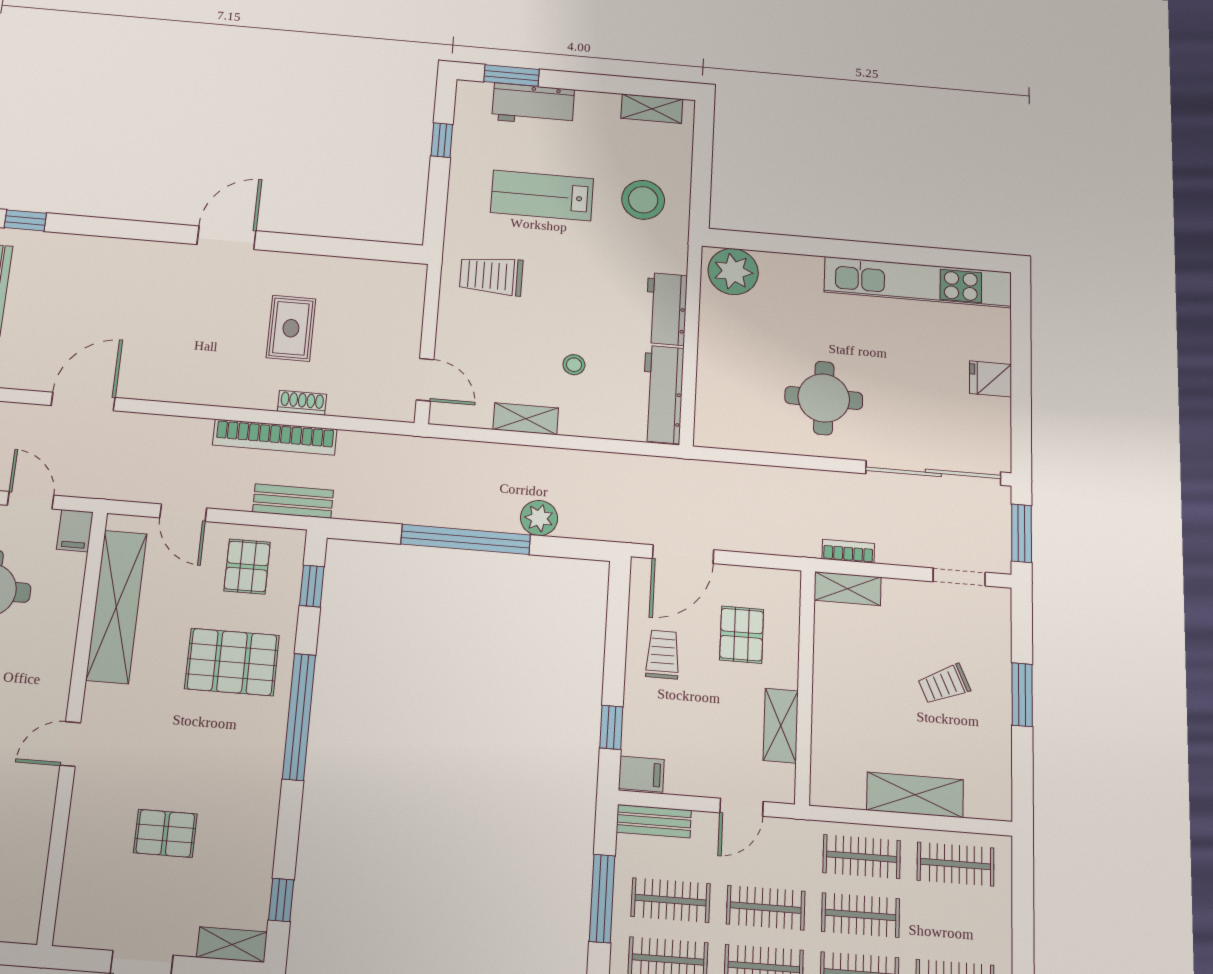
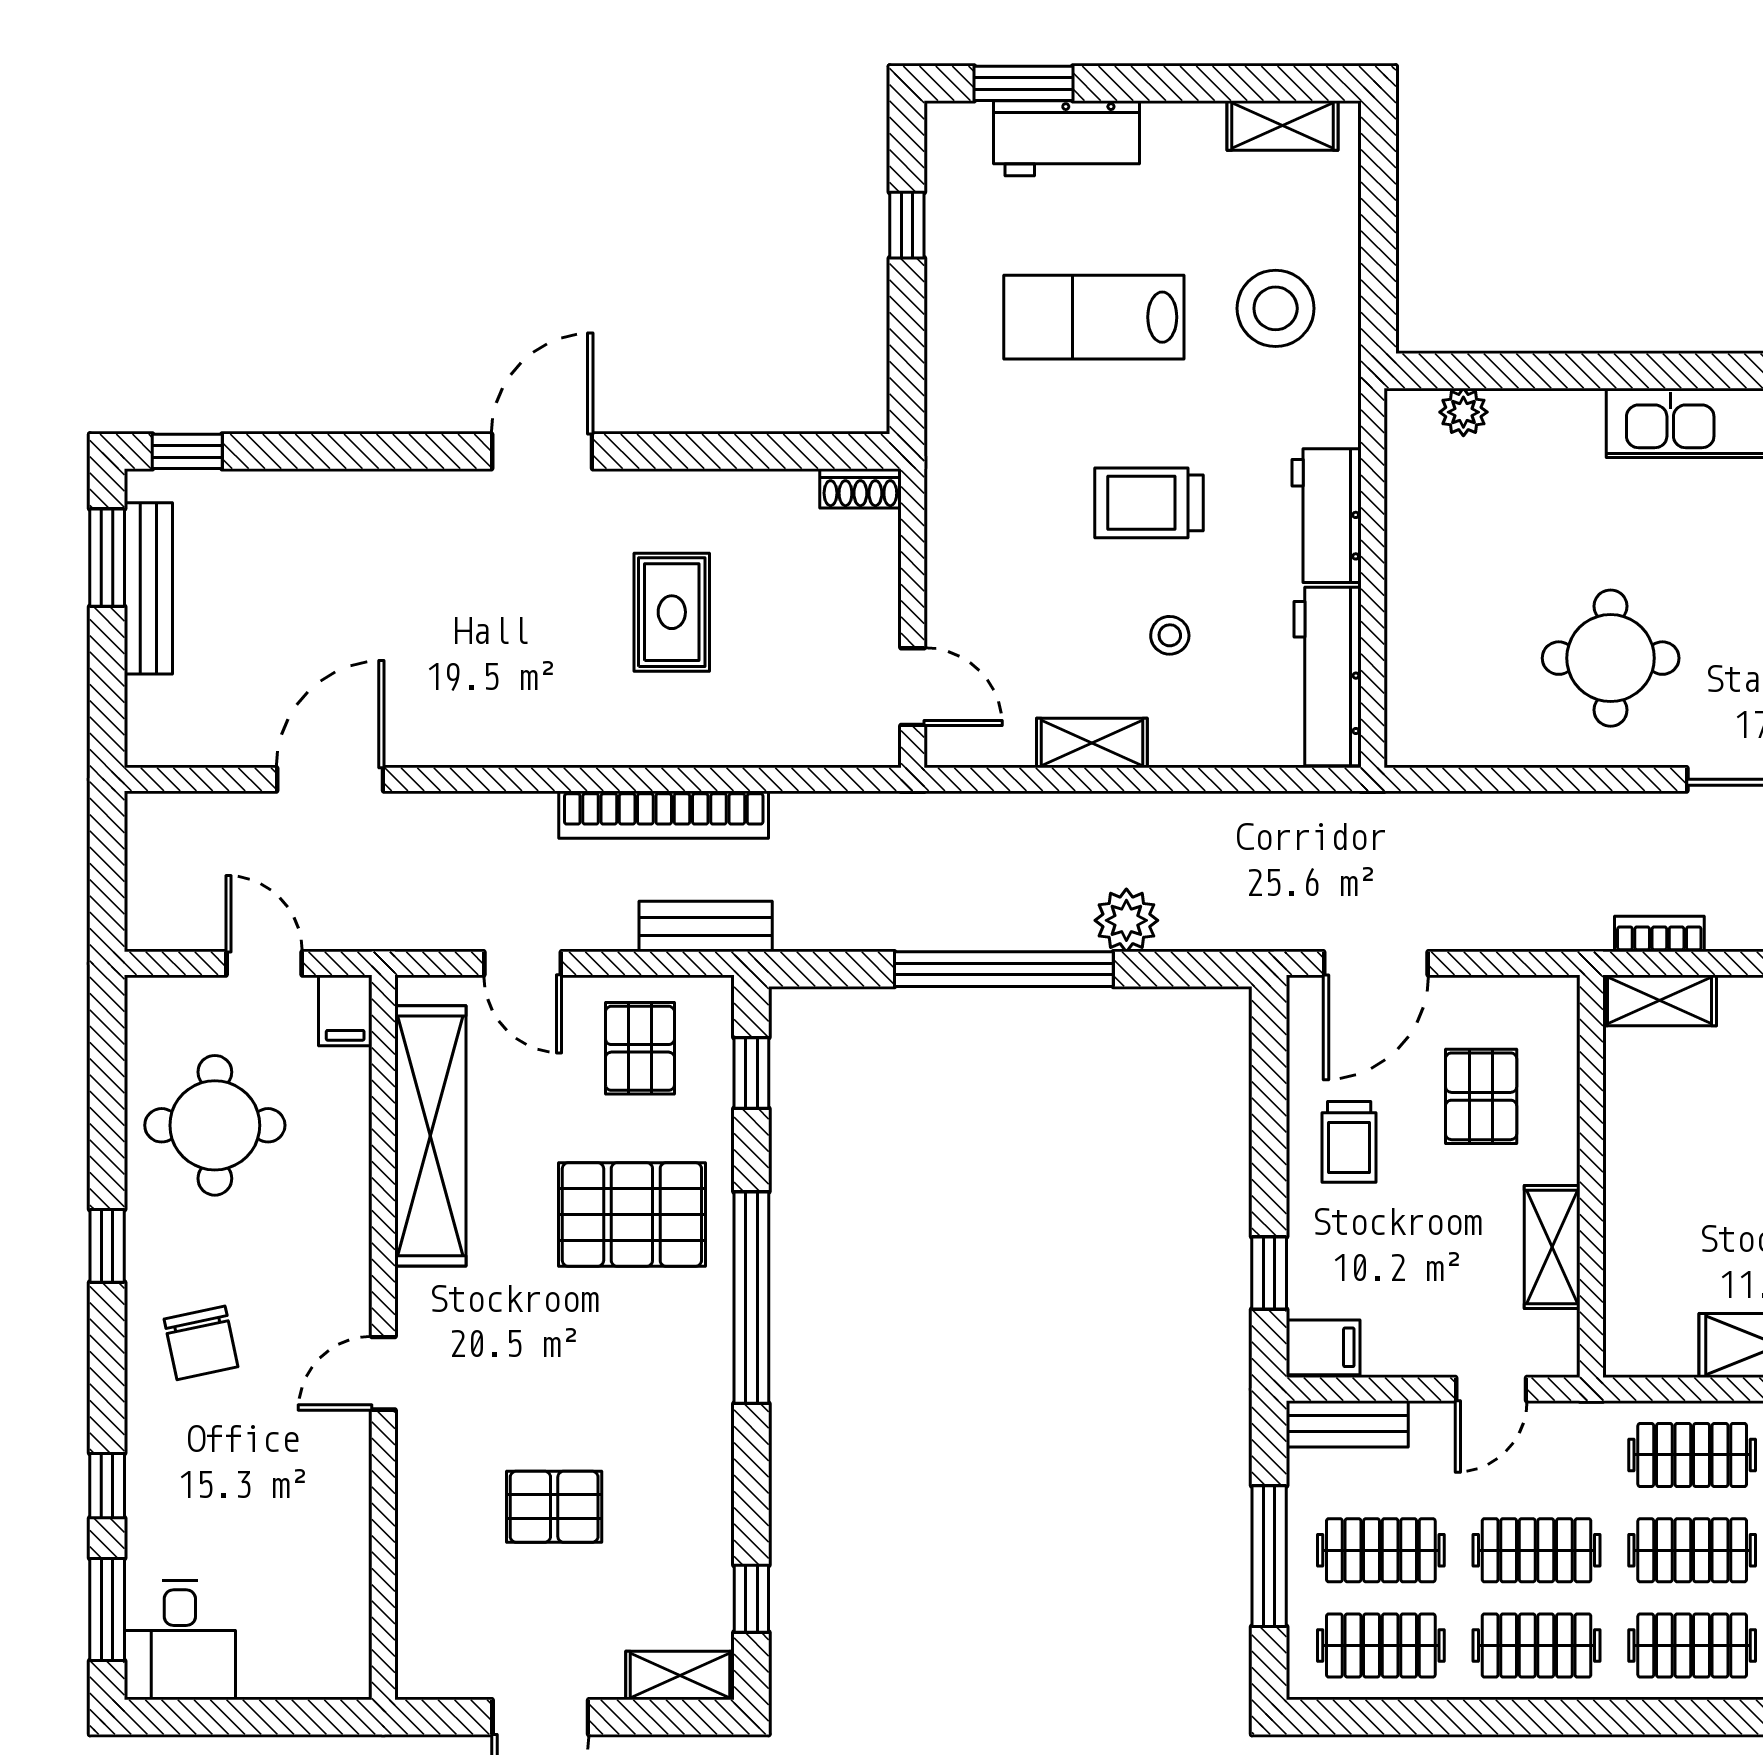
plant: (733, 272) -> (1463, 412), width x0.53, depth x0.53
trolley: (491, 276) -> (1149, 503), moved
shoe rack: (302, 403) -> (860, 488), moved, turned 180
trolley: (663, 654) -> (1349, 1142), turned 180

